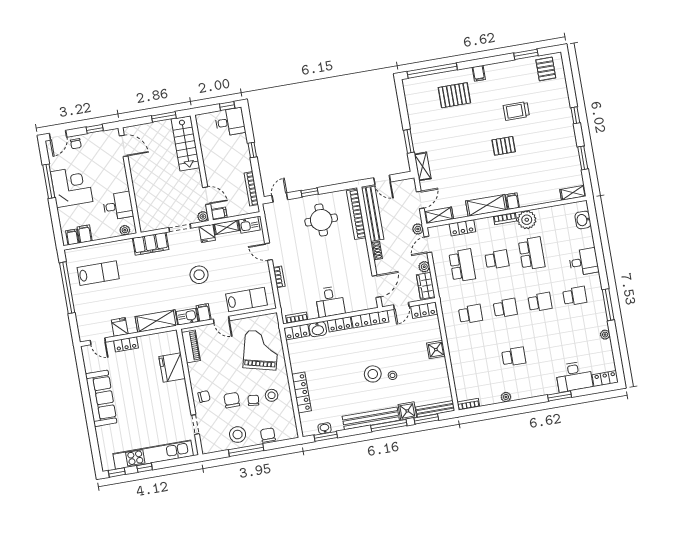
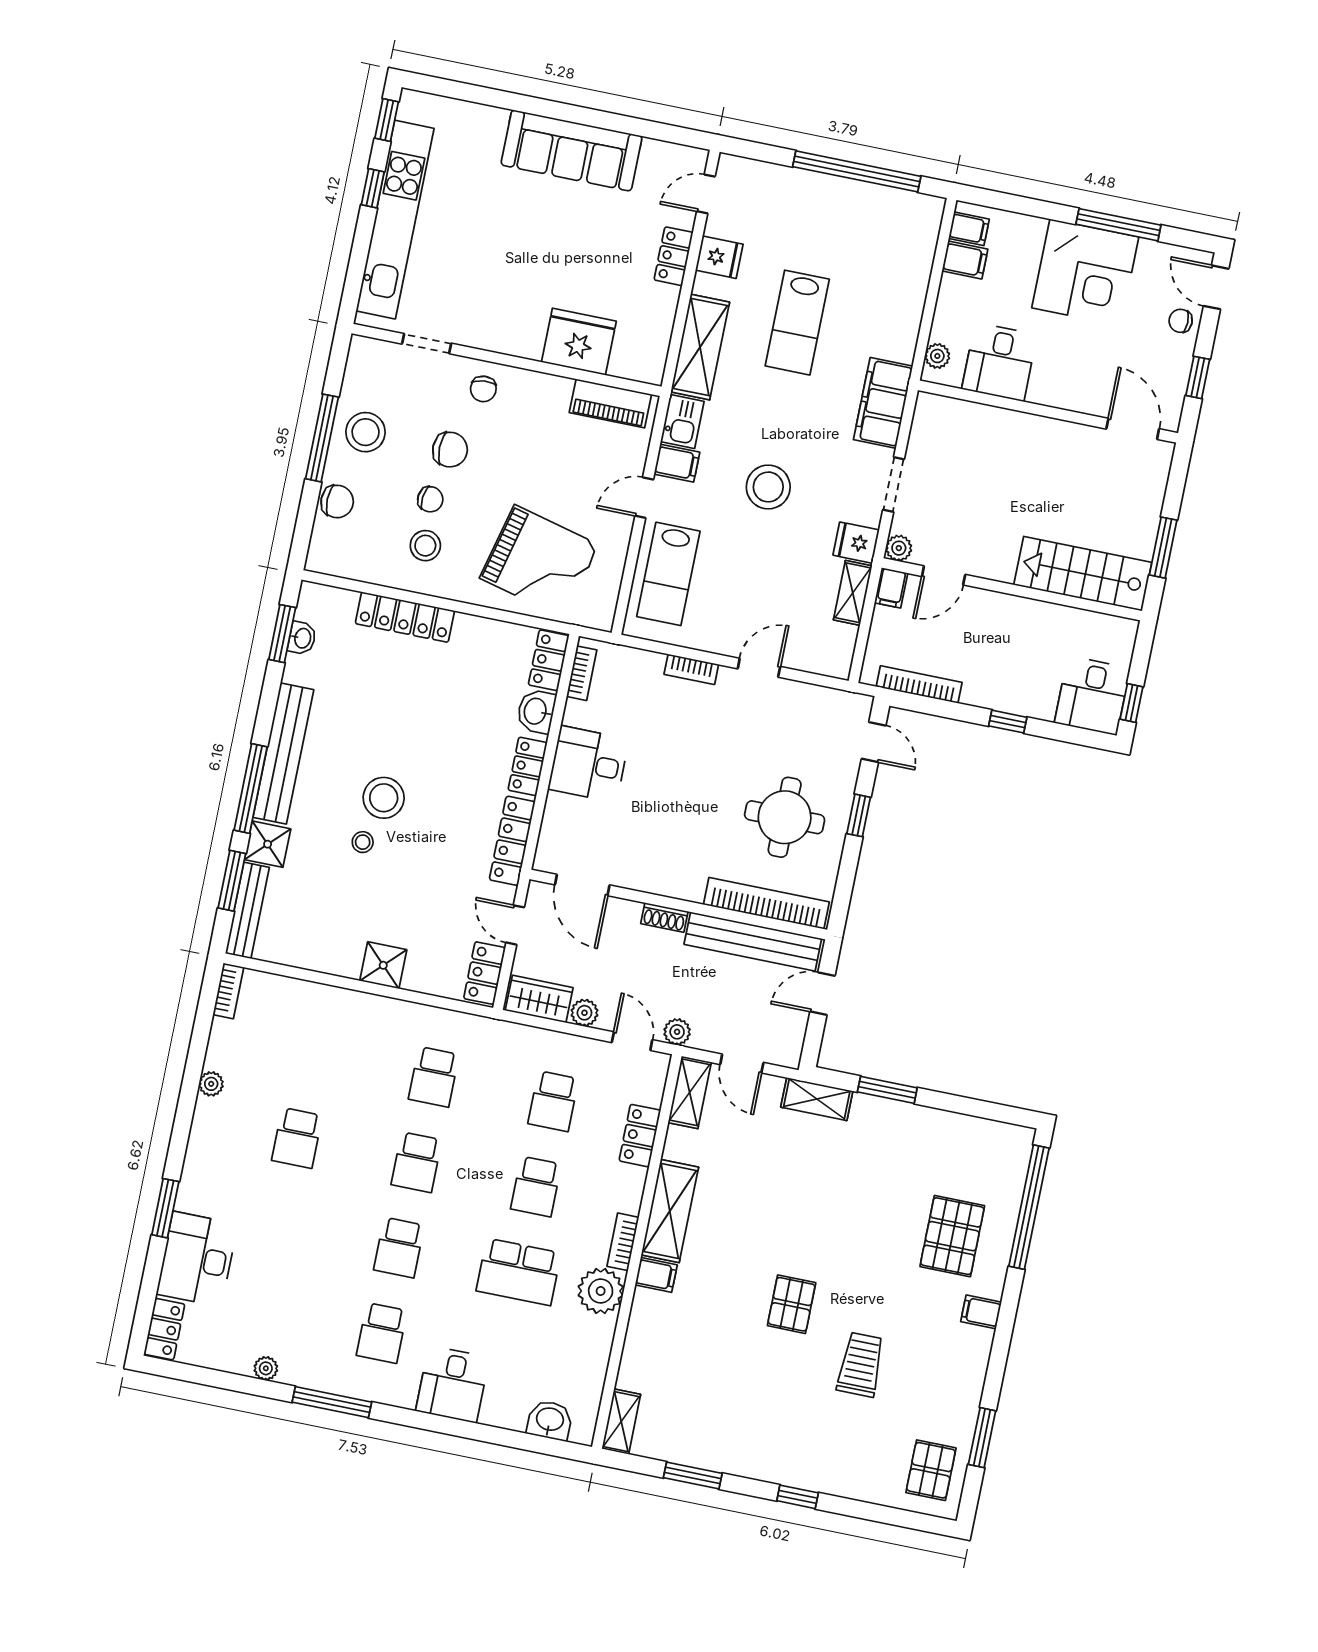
pallet: (546, 69) -> (931, 1470), turned 90
door: (124, 146) -> (1133, 429), swing flipped
kitchen sink: (249, 225) -> (838, 648), removed
school desk: (462, 265) -> (553, 1101), width x0.54
lab bench: (98, 273) -> (797, 323), moved

